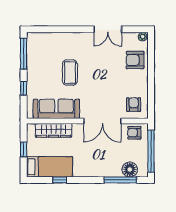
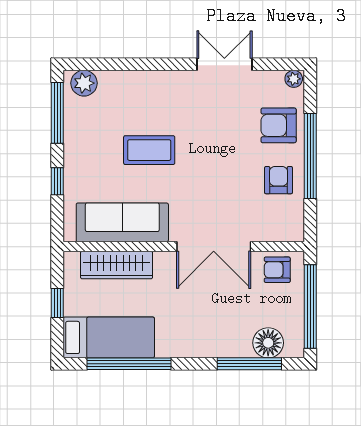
double door: (108, 29) -> (224, 64), swing flipped
plant: (37, 39) -> (84, 83), added
coffee table: (70, 72) -> (149, 150), turned 90
window: (151, 75) -> (310, 156), added
armchair: (134, 105) -> (279, 180), moved
window: (60, 180) -> (129, 364), width x3.17

